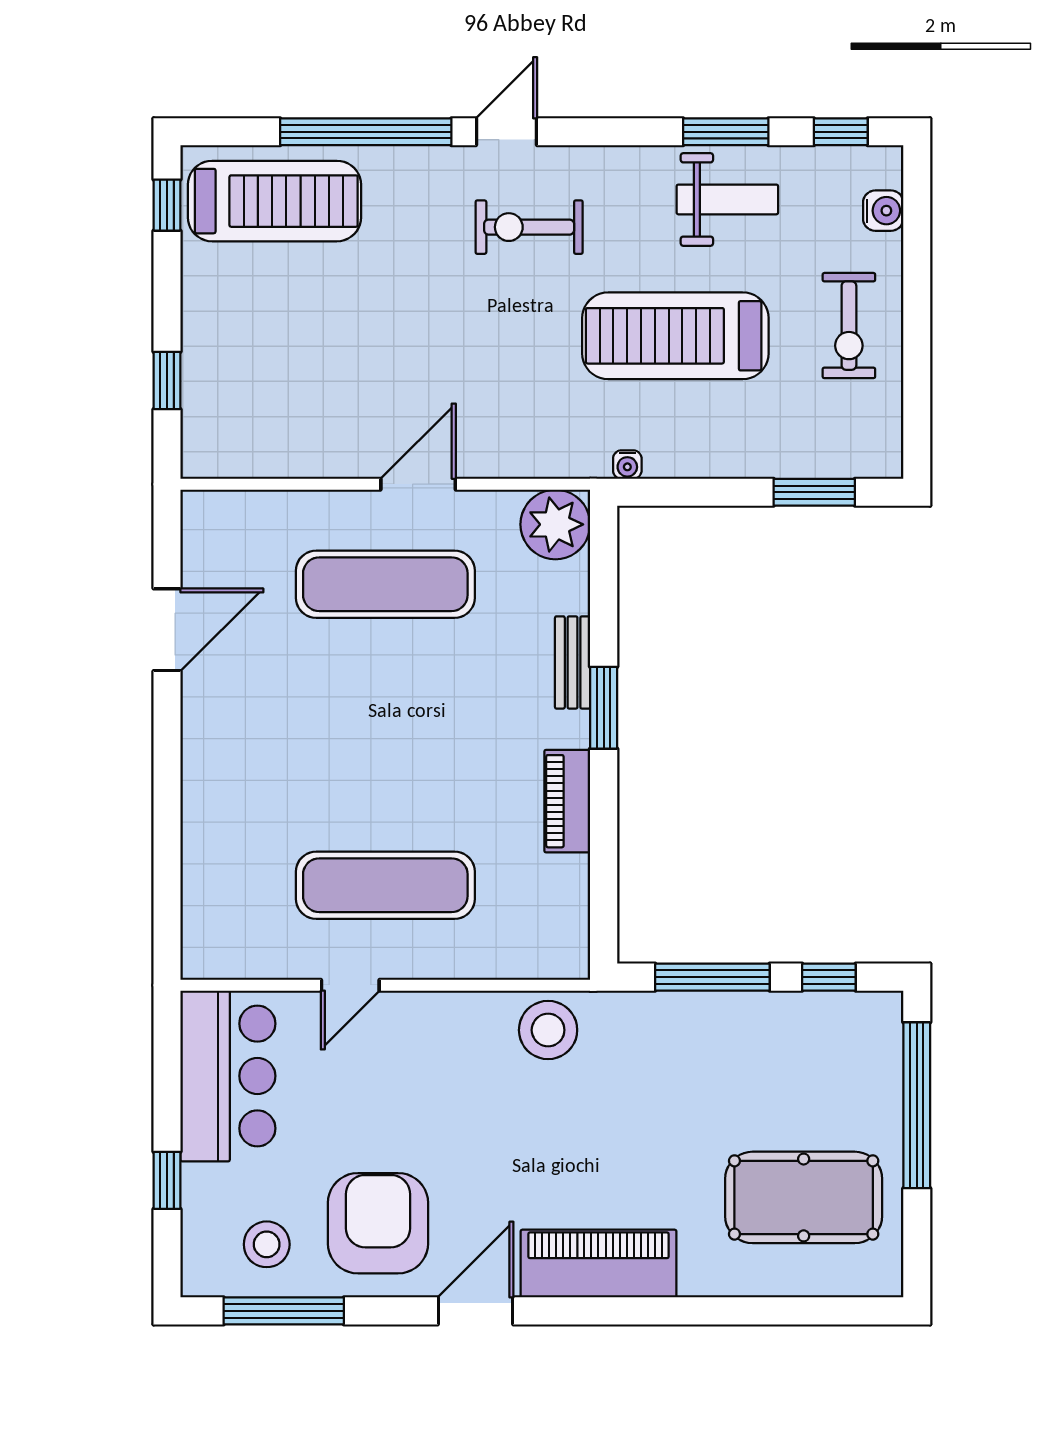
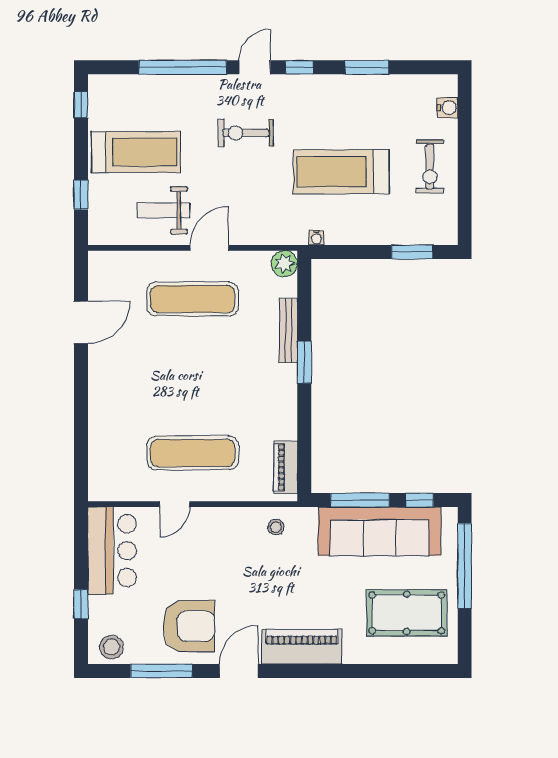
window: (841, 132) -> (299, 67), moved
weight bench: (727, 199) -> (163, 210), moved, turned 180
treadmill: (274, 201) -> (136, 152), moved
exercise bike: (529, 227) -> (246, 133), moved
plant: (555, 524) -> (284, 264), width x0.73, depth x0.73
bench: (573, 662) -> (288, 330), width x1.36
piano: (567, 801) -> (286, 467), moved
stool: (548, 1030) -> (276, 527), width x0.53, depth x0.53
sofa: (750, 1038) -> (380, 531), added
armchair: (378, 1223) -> (189, 626), turned 90
stool: (267, 1244) -> (111, 647), moved
window: (284, 1311) -> (161, 671), moved

